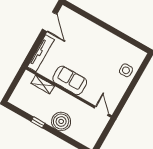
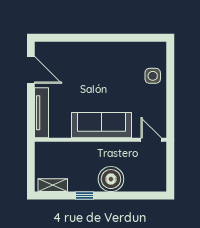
sofa: (70, 80) -> (102, 125), width x1.36
shelving: (43, 85) -> (53, 185), moved

